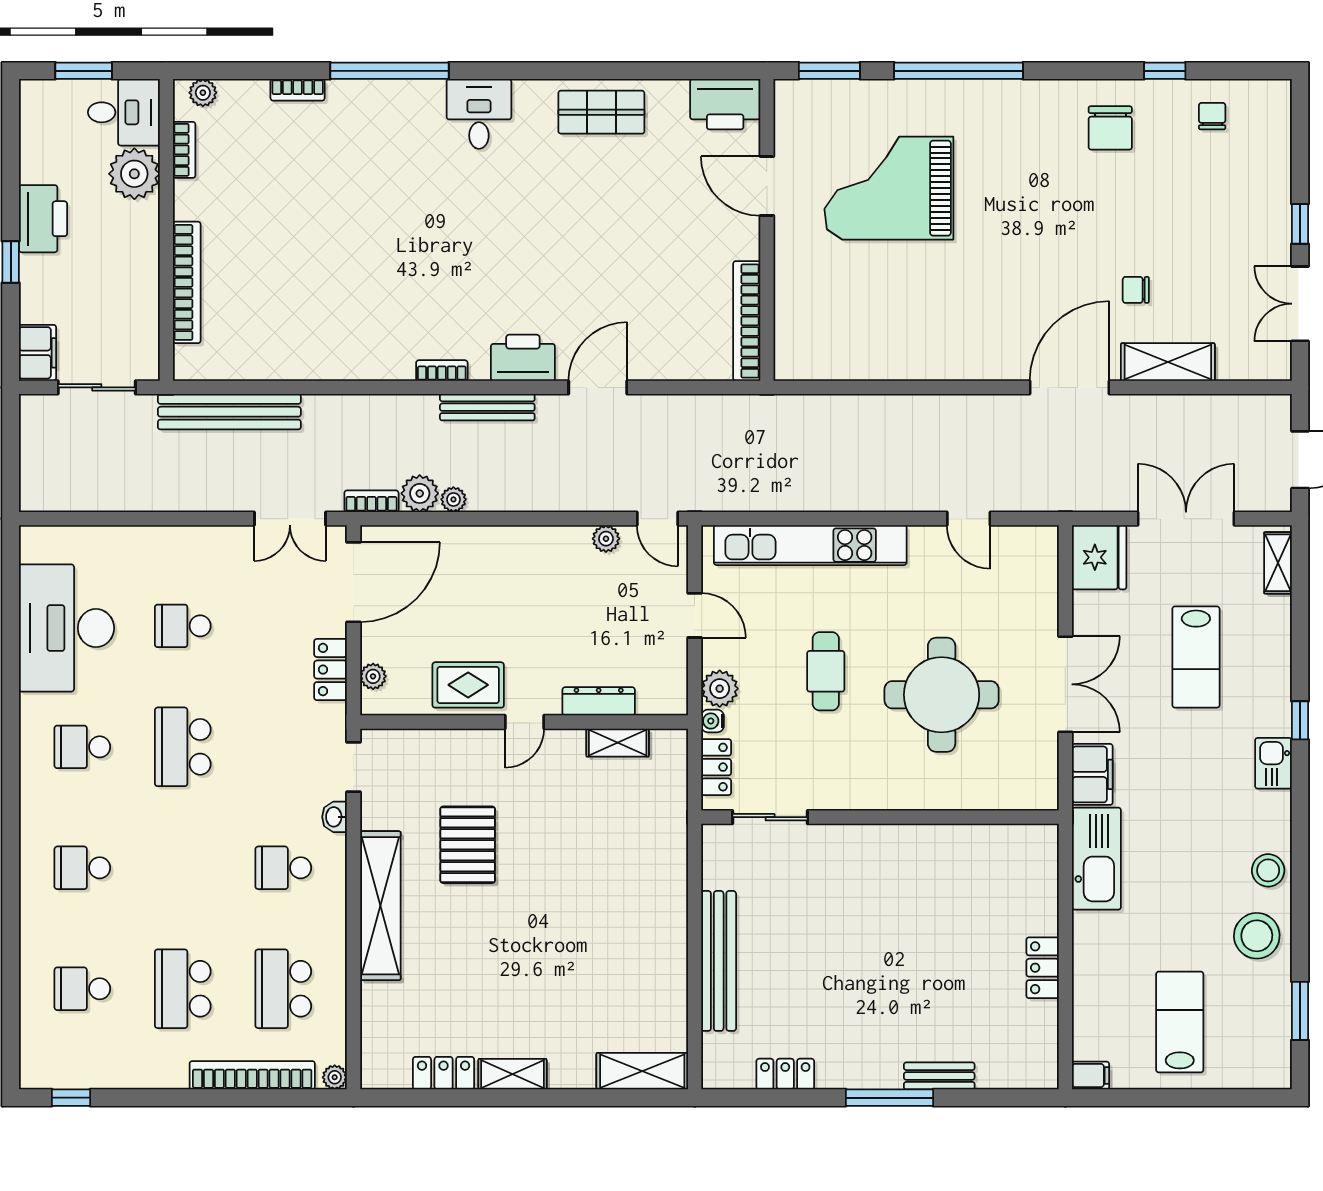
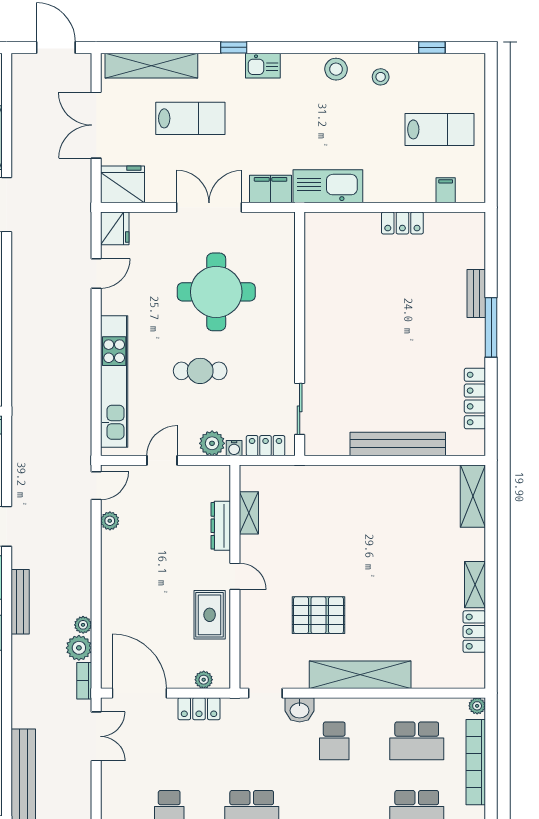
fridge: (1035, 546) -> (115, 228), added
shelving: (1278, 563) -> (151, 66), width x2.20, depth x1.33
washbasin: (334, 817) -> (300, 710), width x1.38, depth x1.45
stool: (1257, 936) -> (381, 77), width x0.53, depth x0.53
window: (1300, 1011) -> (432, 47), width x0.67
lab bench: (1180, 1022) -> (439, 129), turned 180
locker: (785, 1074) -> (475, 399), width x1.53
filing cabinet: (1091, 1076) -> (446, 190), moved

